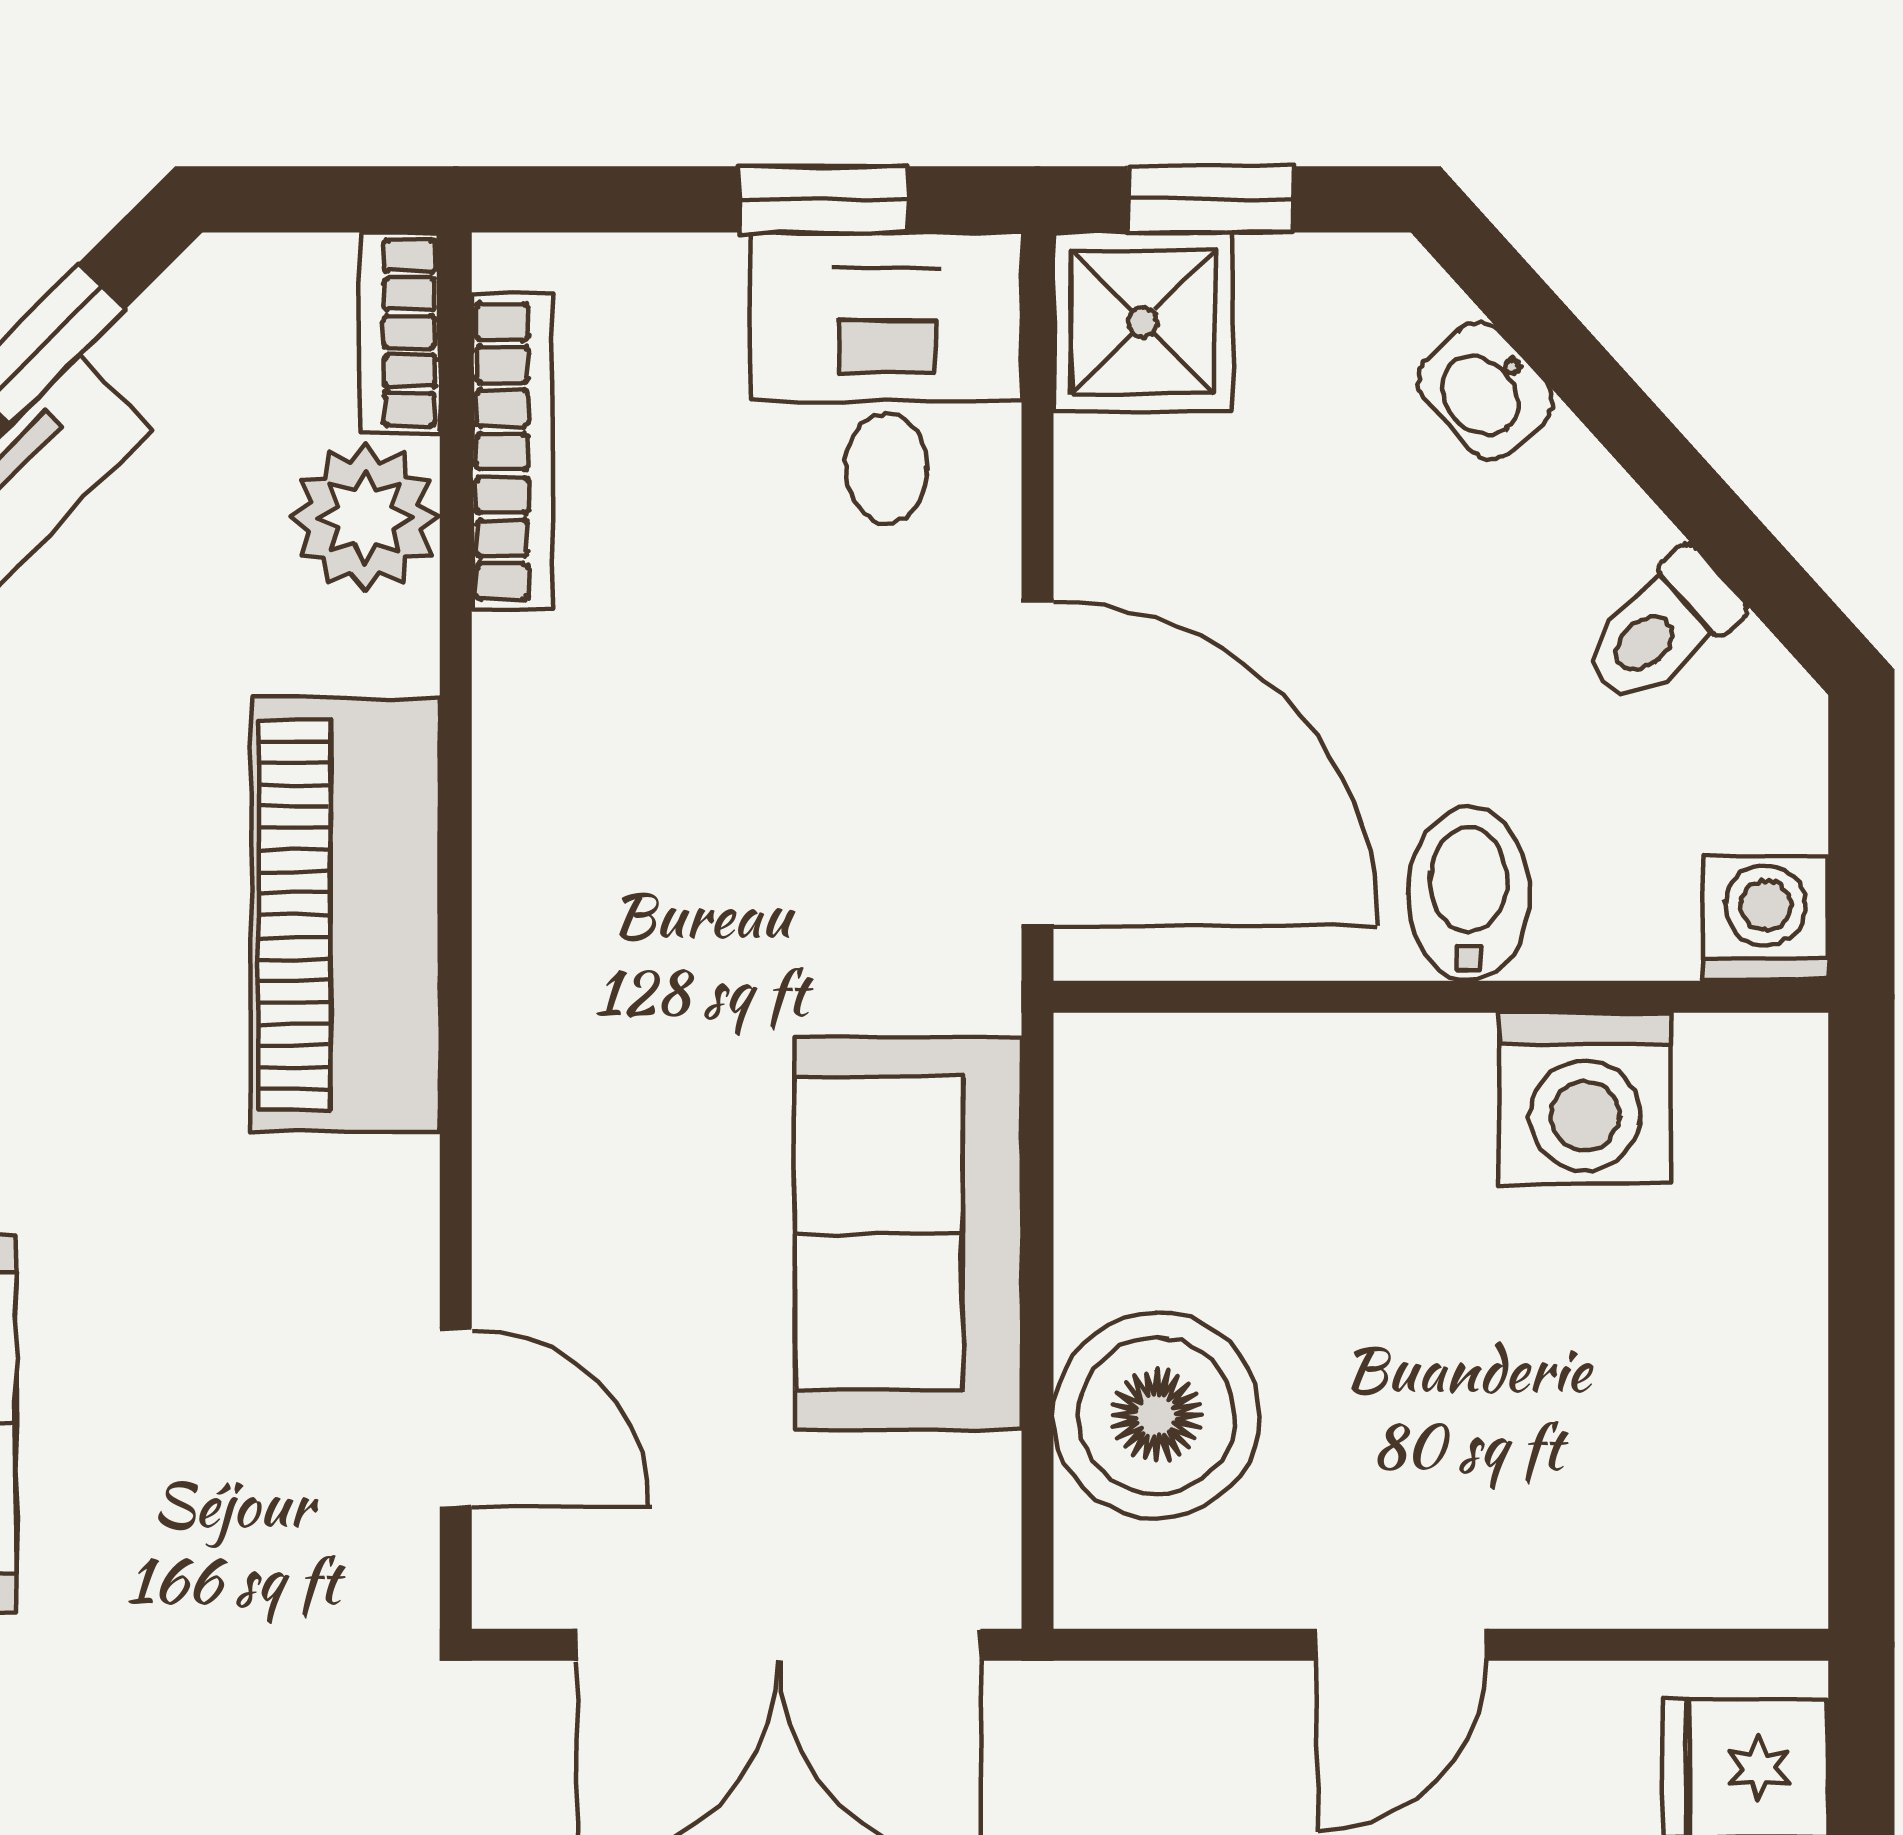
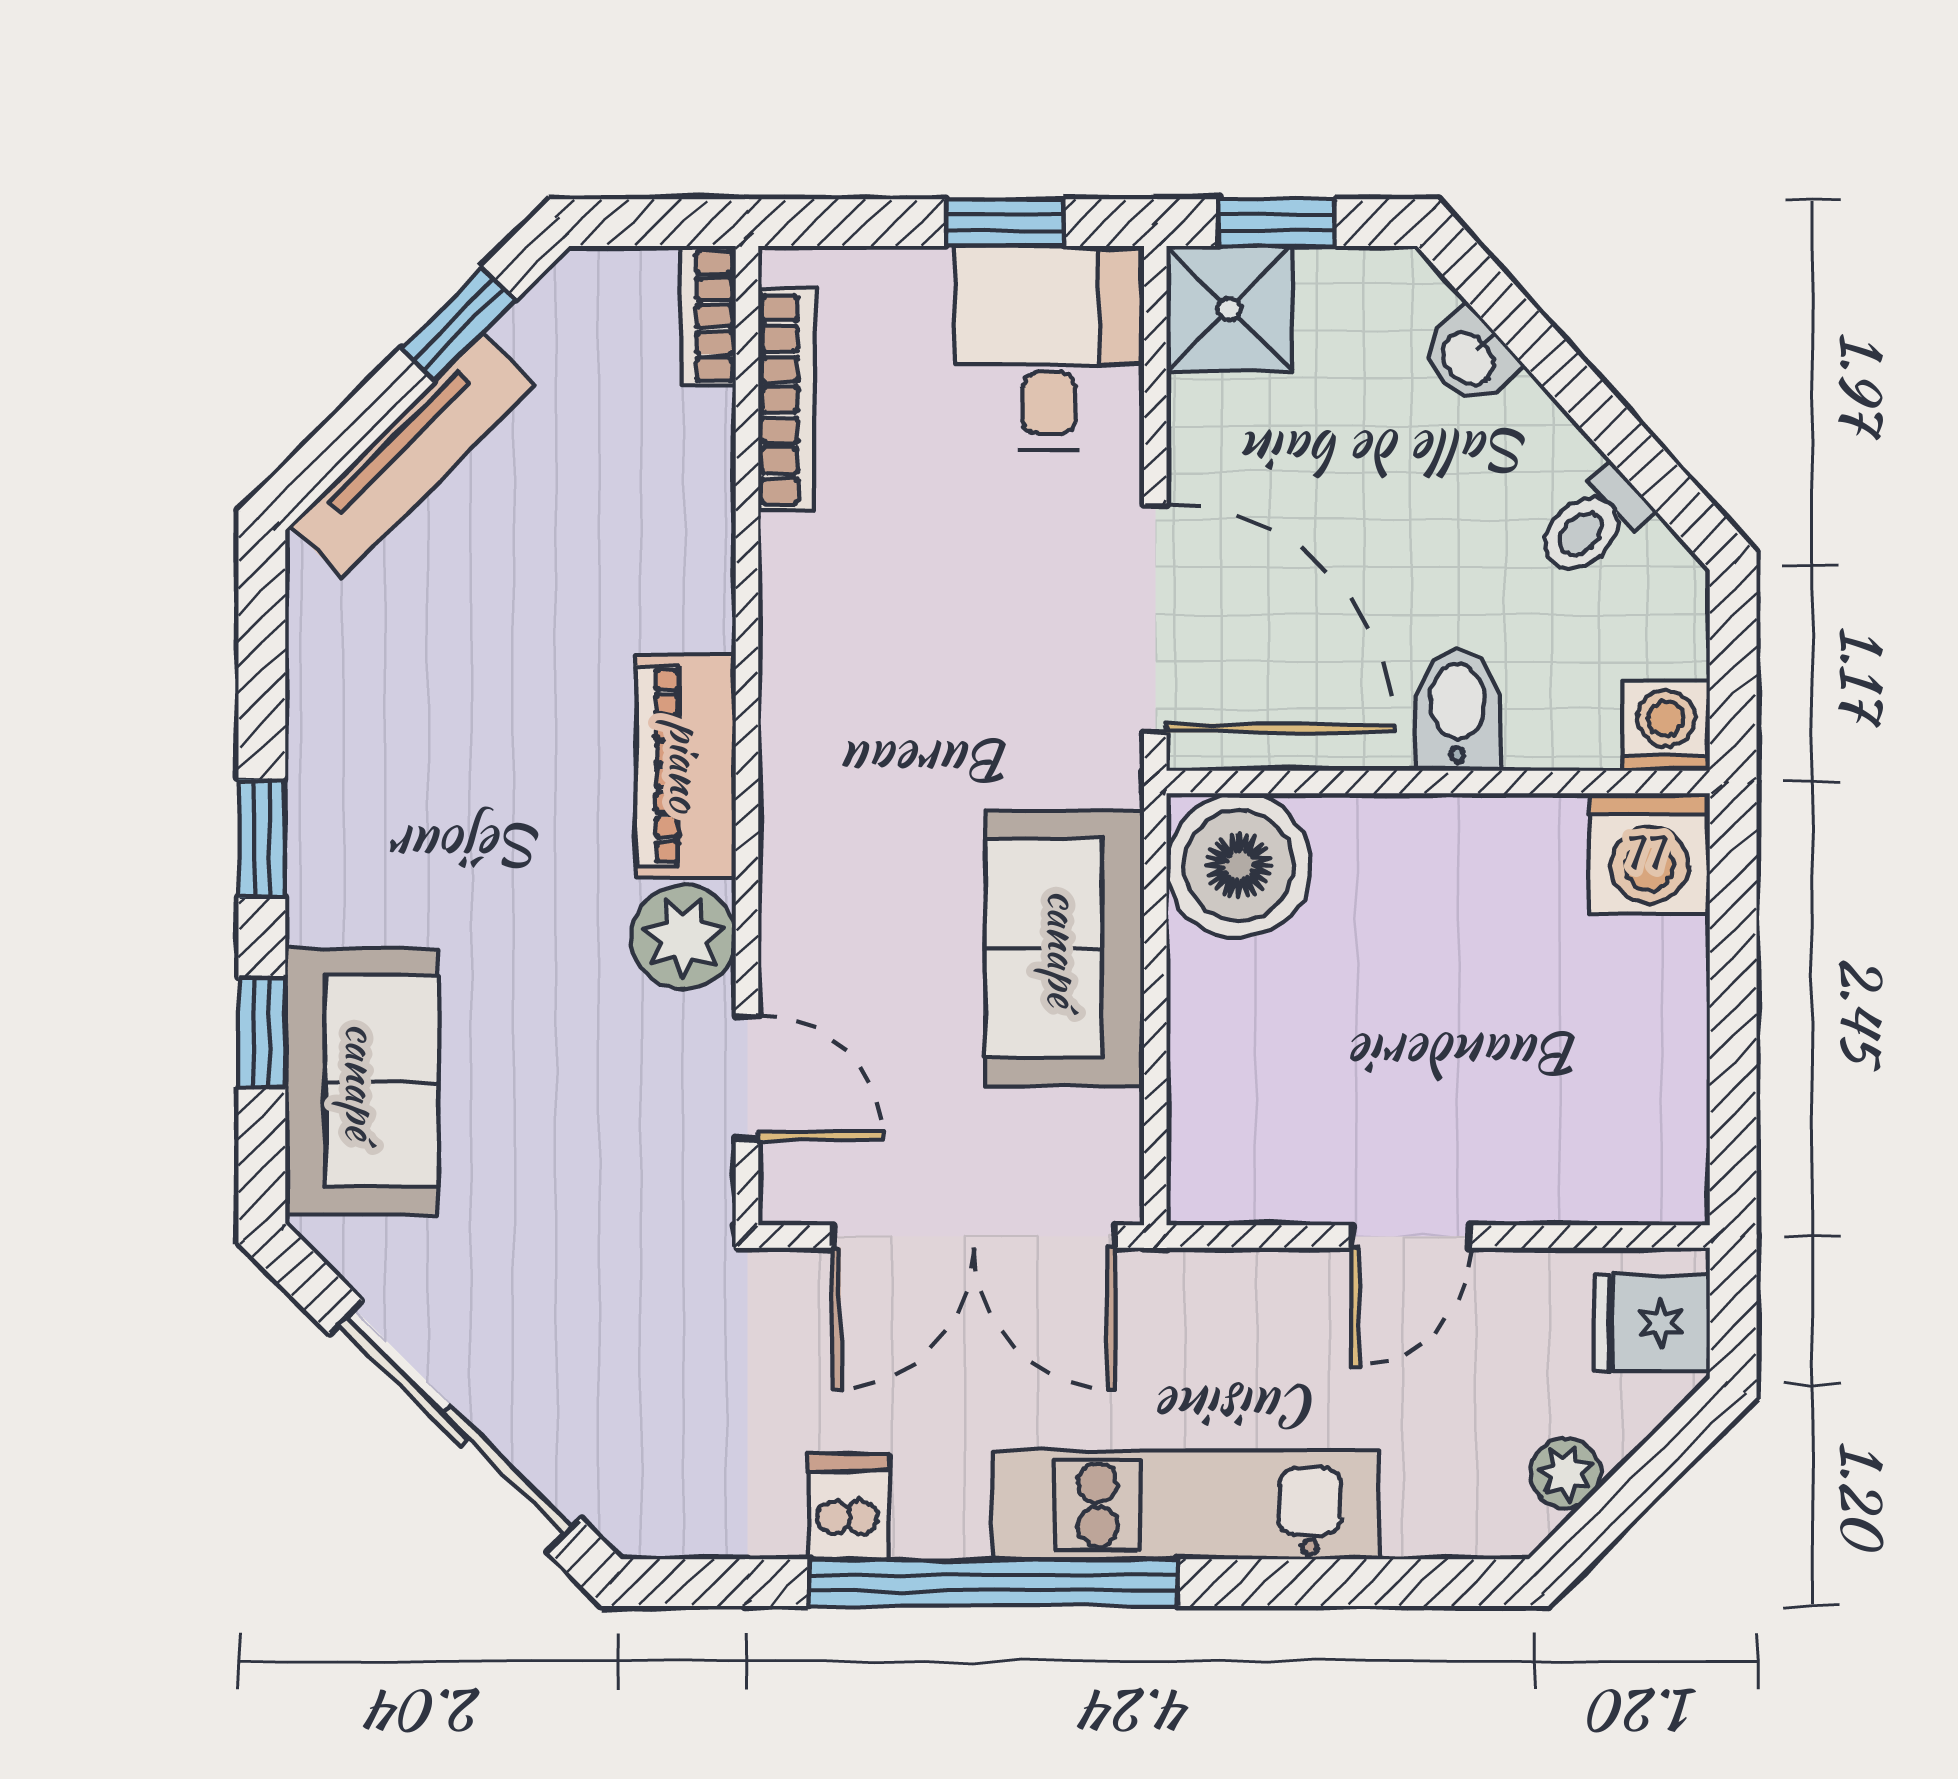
plant: (365, 517) -> (684, 937), moved
piano: (345, 915) -> (686, 766), width x0.73, depth x0.75
washing machine: (1585, 1099) -> (1650, 854), moved
boiler: (1157, 1416) -> (1239, 866), moved

